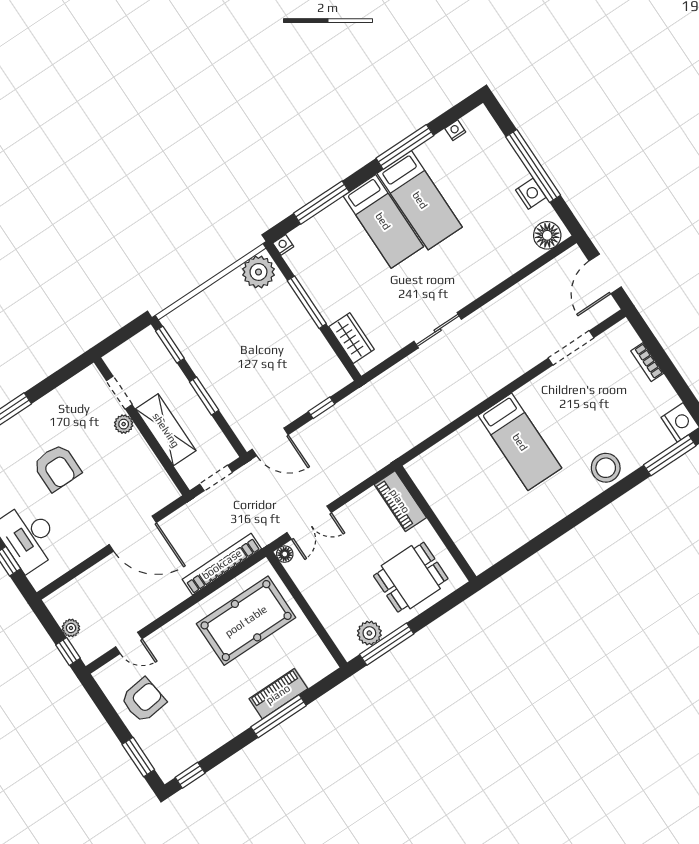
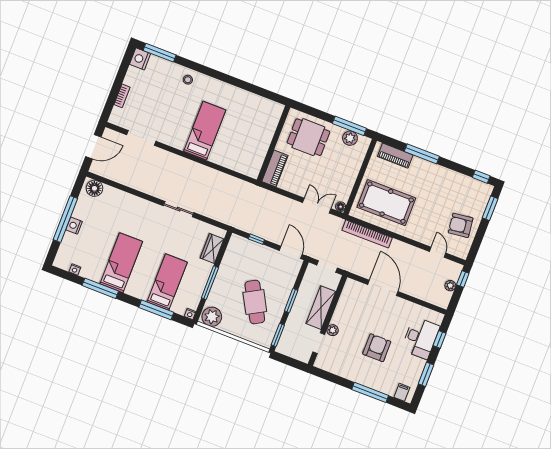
nightstand: (531, 194) -> (74, 226), moved
bed: (383, 221) -> (167, 282), moved
cafe table: (237, 345) -> (255, 302), added
stool: (606, 468) -> (188, 80), width x0.53, depth x0.53
piano: (278, 694) -> (395, 156), moved

